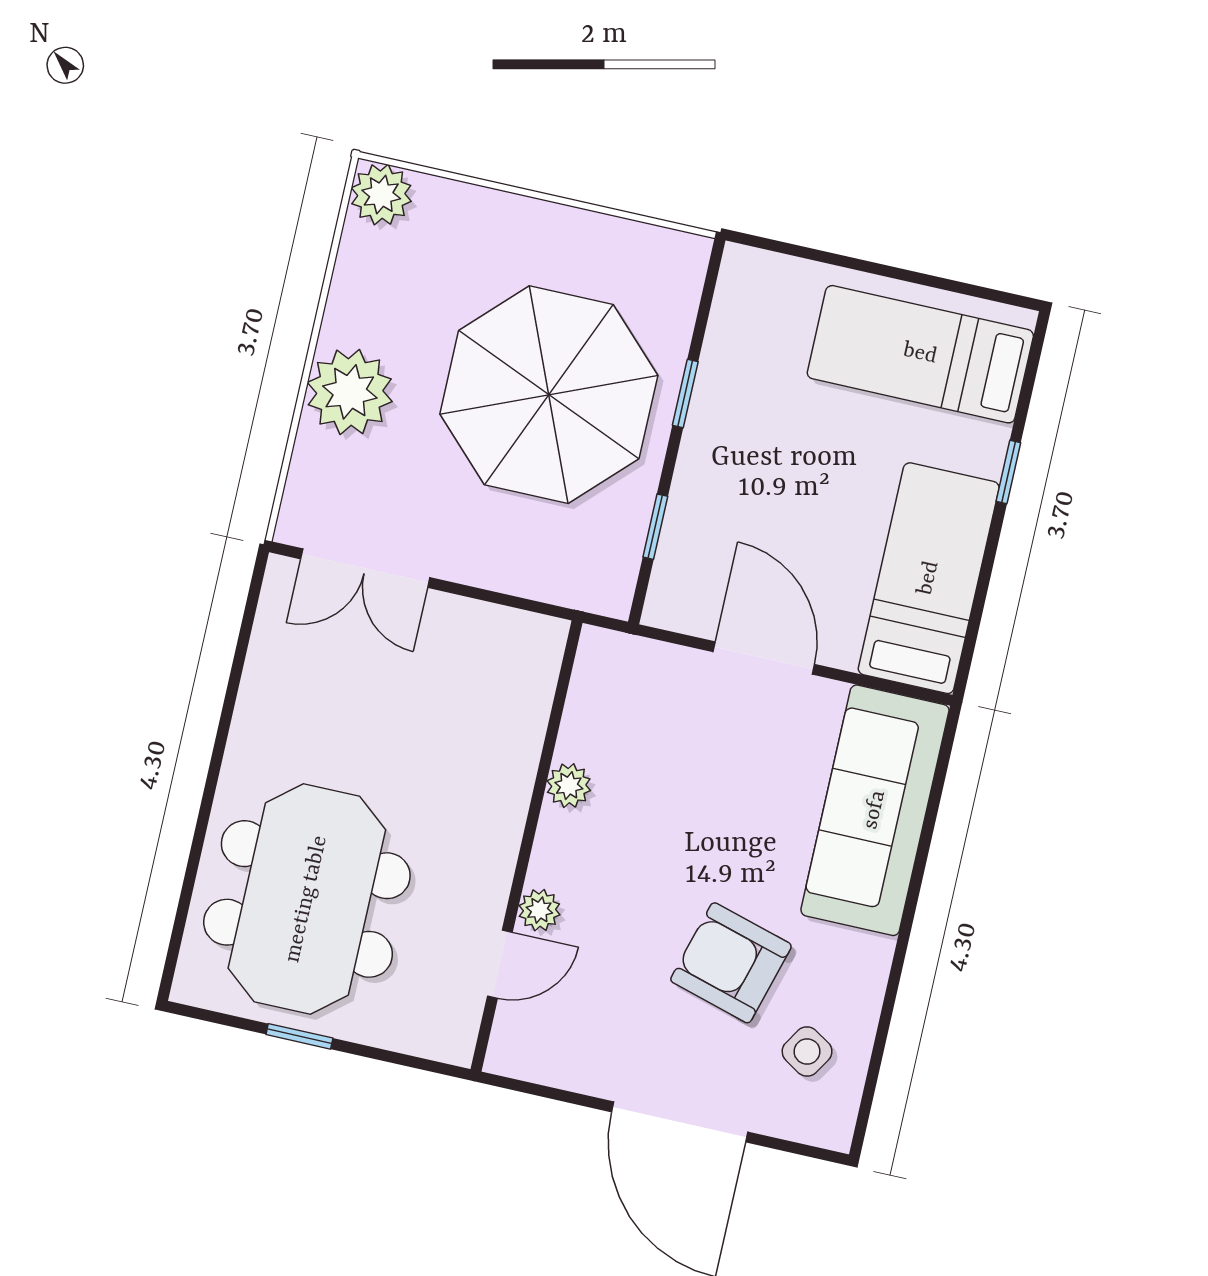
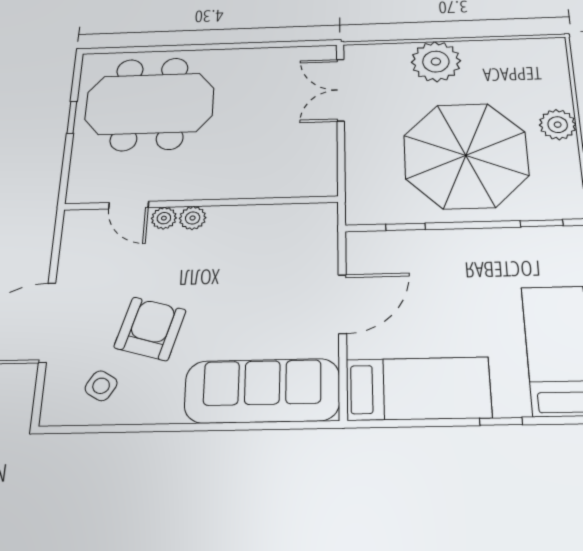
plant: (381, 195) -> (558, 125), moved
window: (685, 394) -> (542, 223), moved
plant: (569, 786) -> (193, 218), moved

